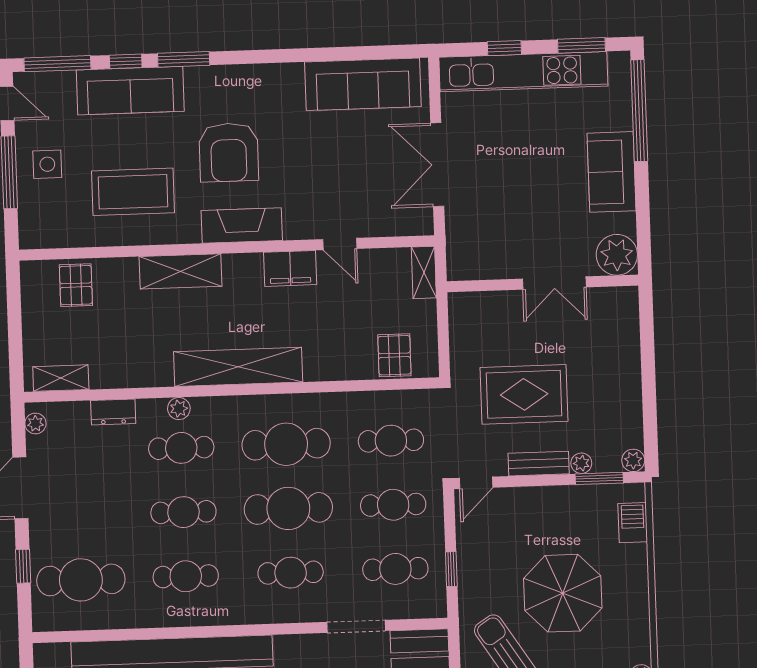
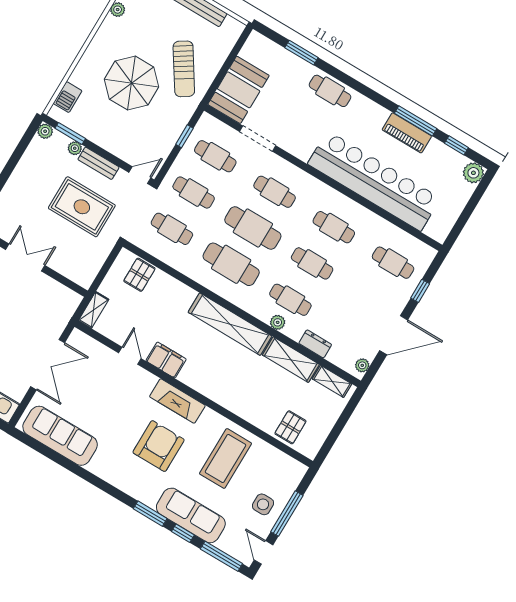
coffee table: (133, 192) -> (225, 458), turned 90
shelving: (180, 271) -> (291, 360), moved
cafe table: (81, 580) -> (393, 263), width x0.73, depth x0.74

